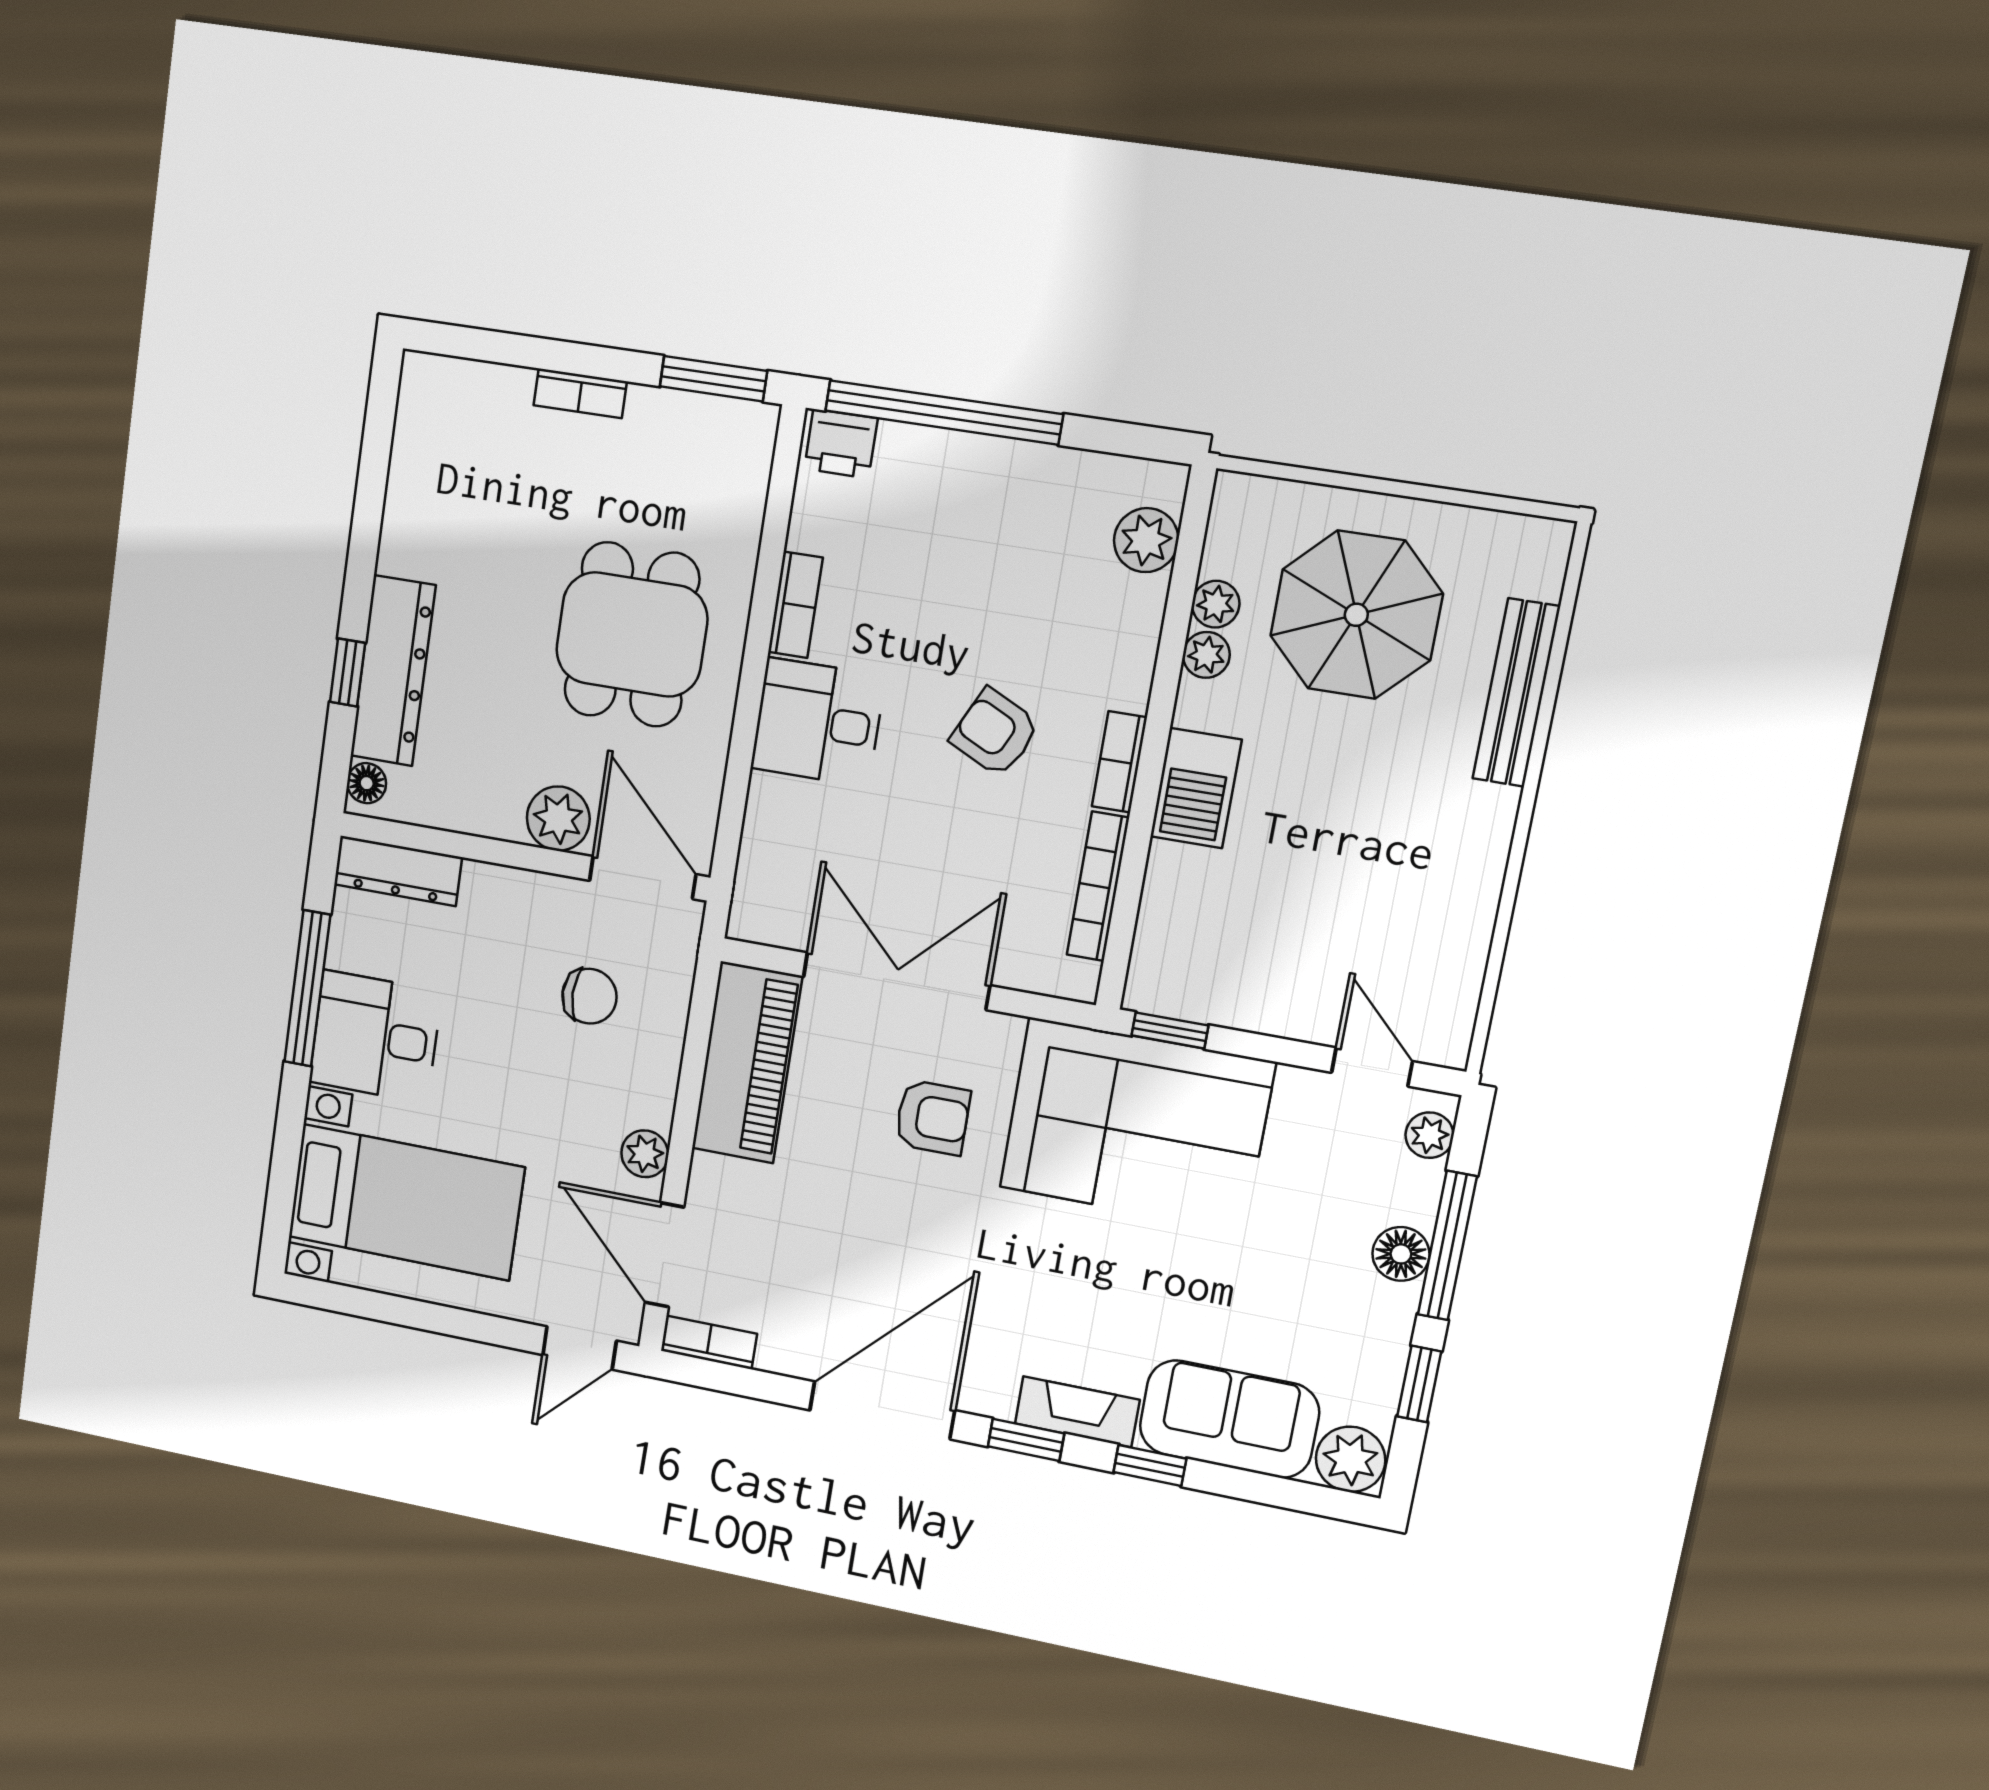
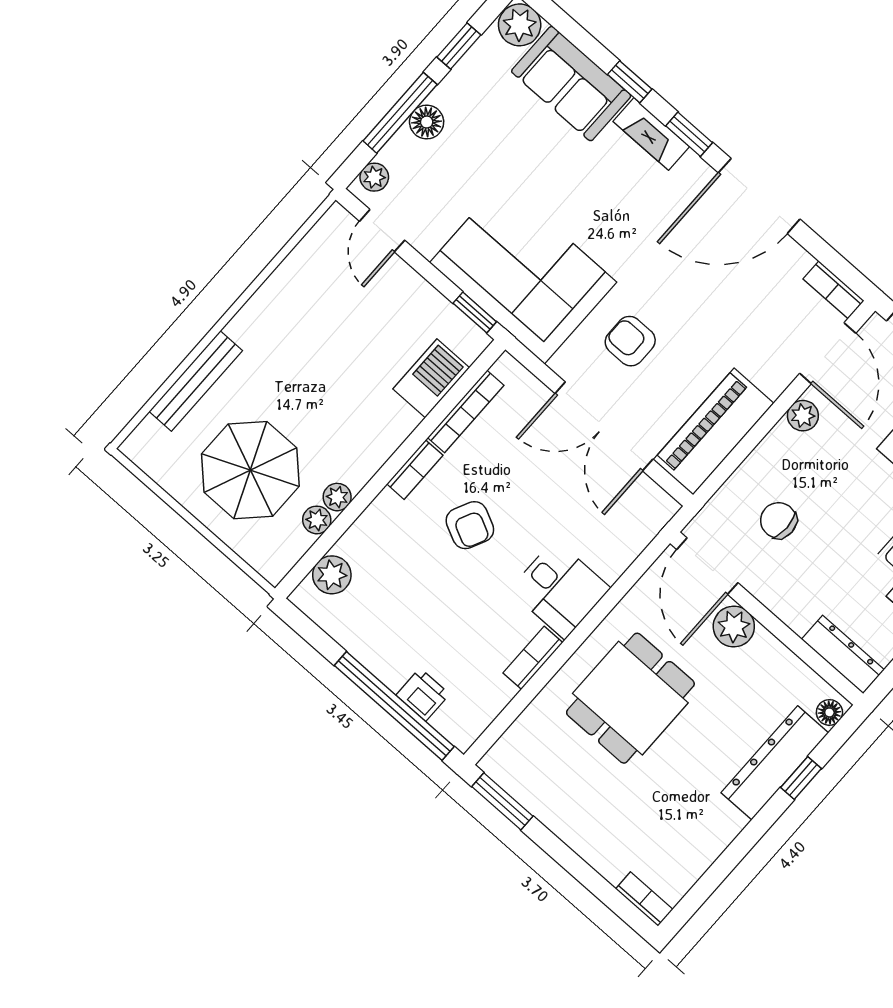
bookcase: (580, 393) -> (644, 899), moved
printer: (841, 444) -> (423, 695), moved
barbecue: (1196, 788) -> (431, 378), moved

